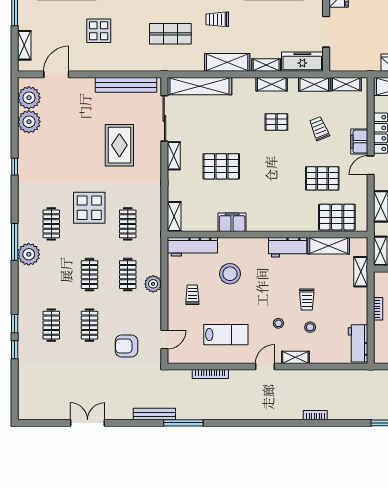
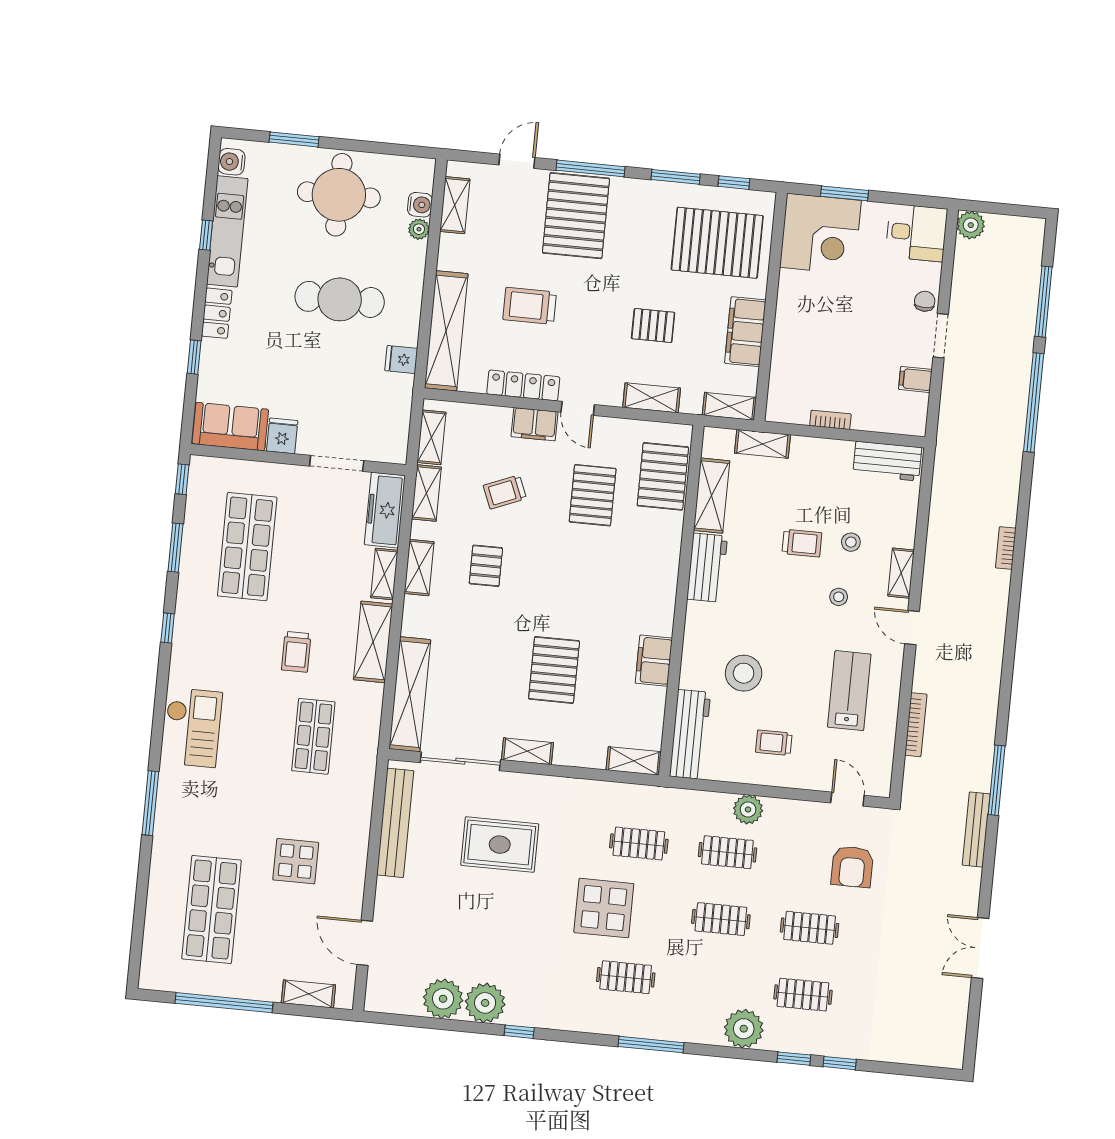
plant: (29, 98) -> (485, 1003), moved
plant: (29, 254) -> (744, 1029), moved

